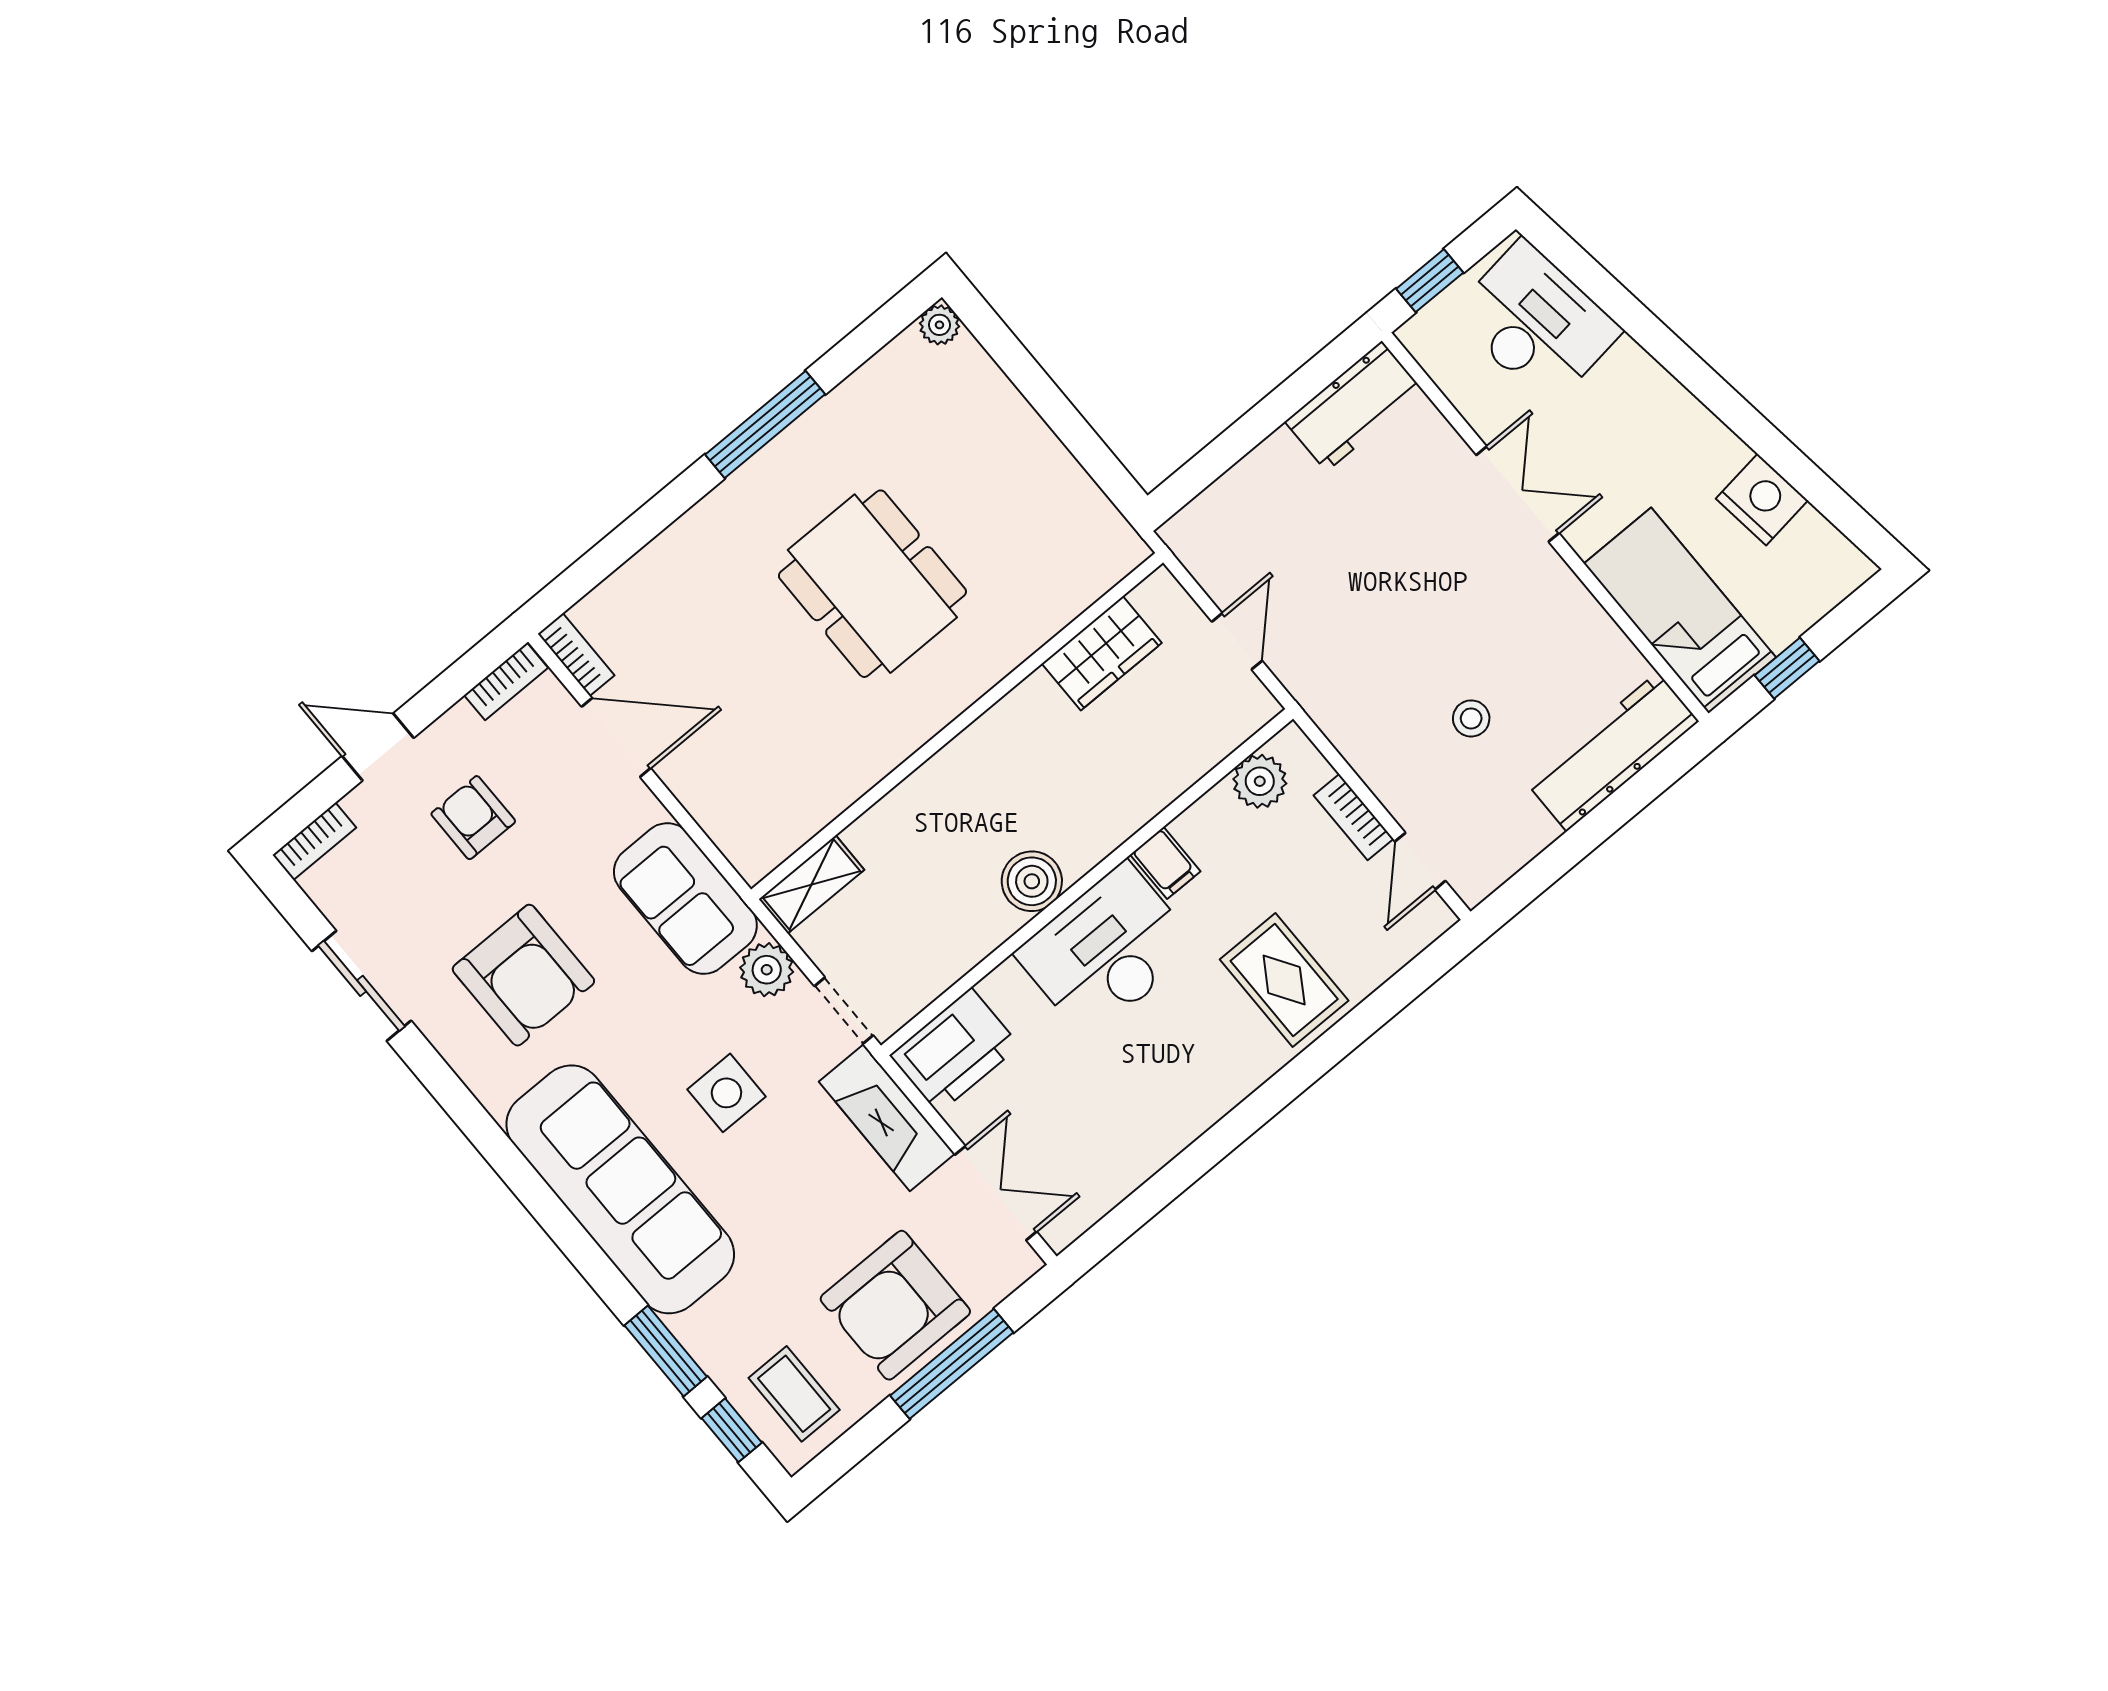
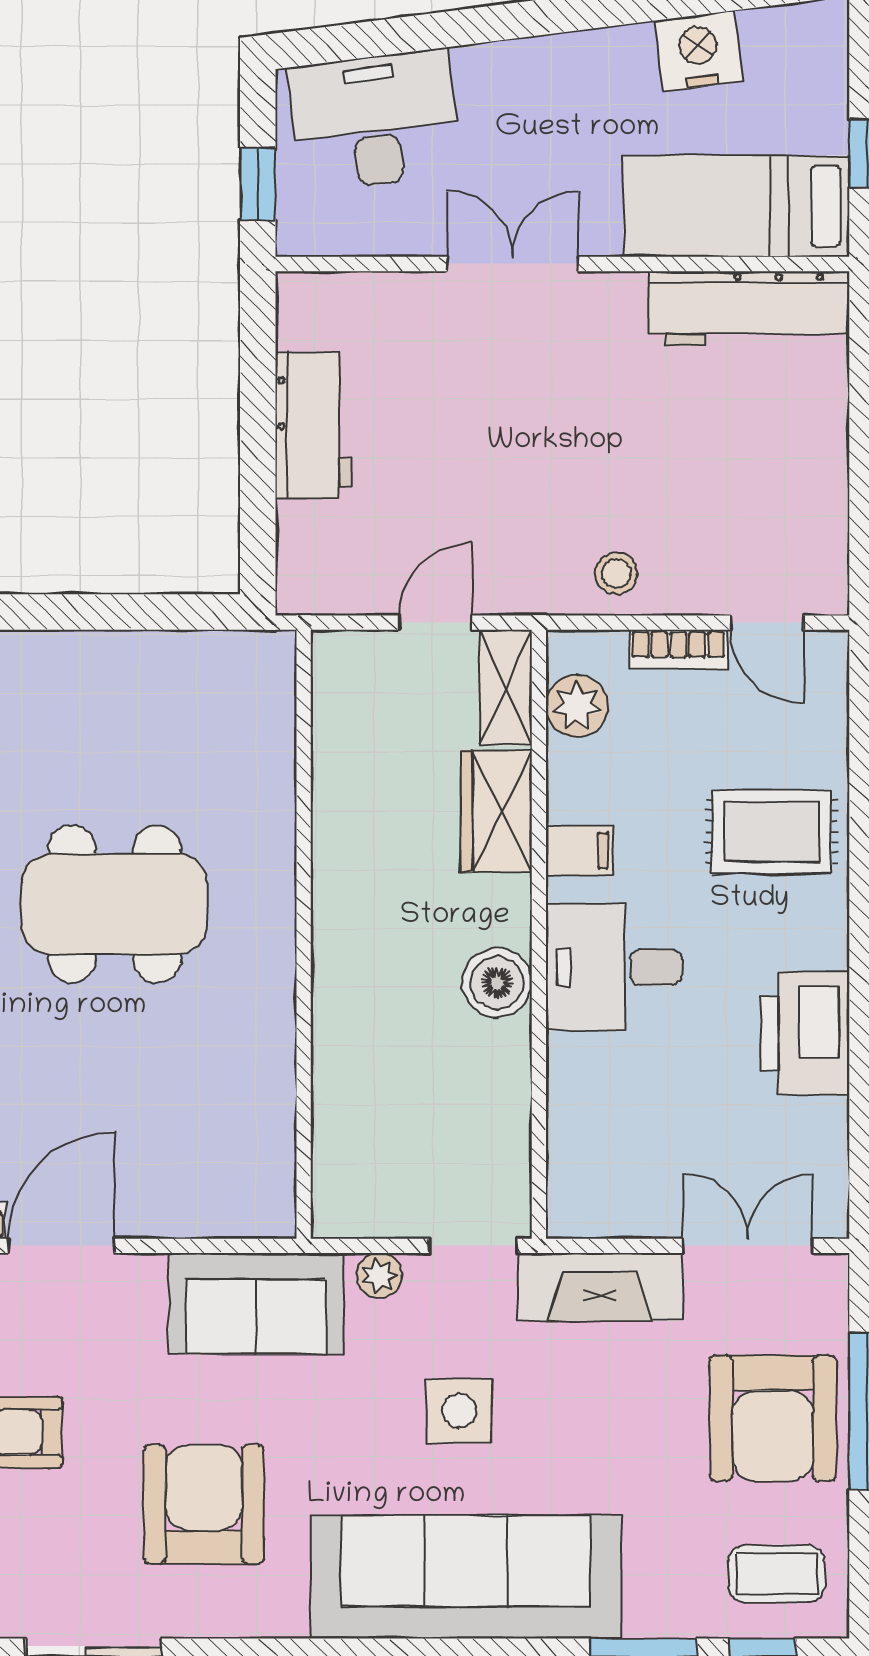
workbench: (1354, 406) -> (313, 425), moved
door: (1237, 641) -> (436, 623), hinge flipped
wardrobe: (1102, 653) -> (496, 811), moved, turned 180
stool: (1471, 718) -> (616, 573), moved
workbench: (1612, 752) -> (749, 309), moved, turned -90
shelving: (812, 884) -> (506, 687), moved
desk: (1107, 950) -> (614, 967), width x0.73
plant: (767, 970) -> (379, 1275), width x0.73, depth x0.73
armchair: (523, 975) -> (204, 1504), turned -90
printer: (955, 1051) -> (805, 1034), moved, turned 180

